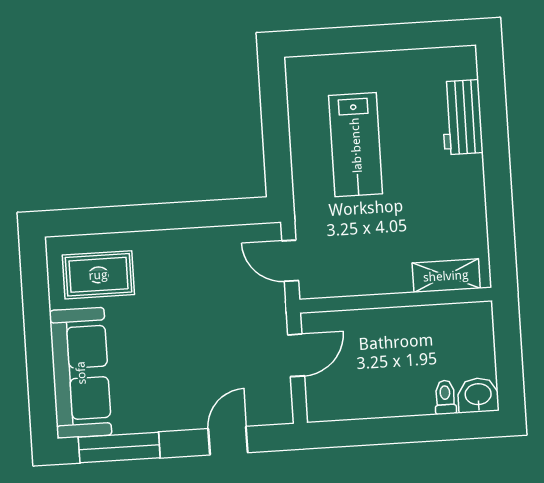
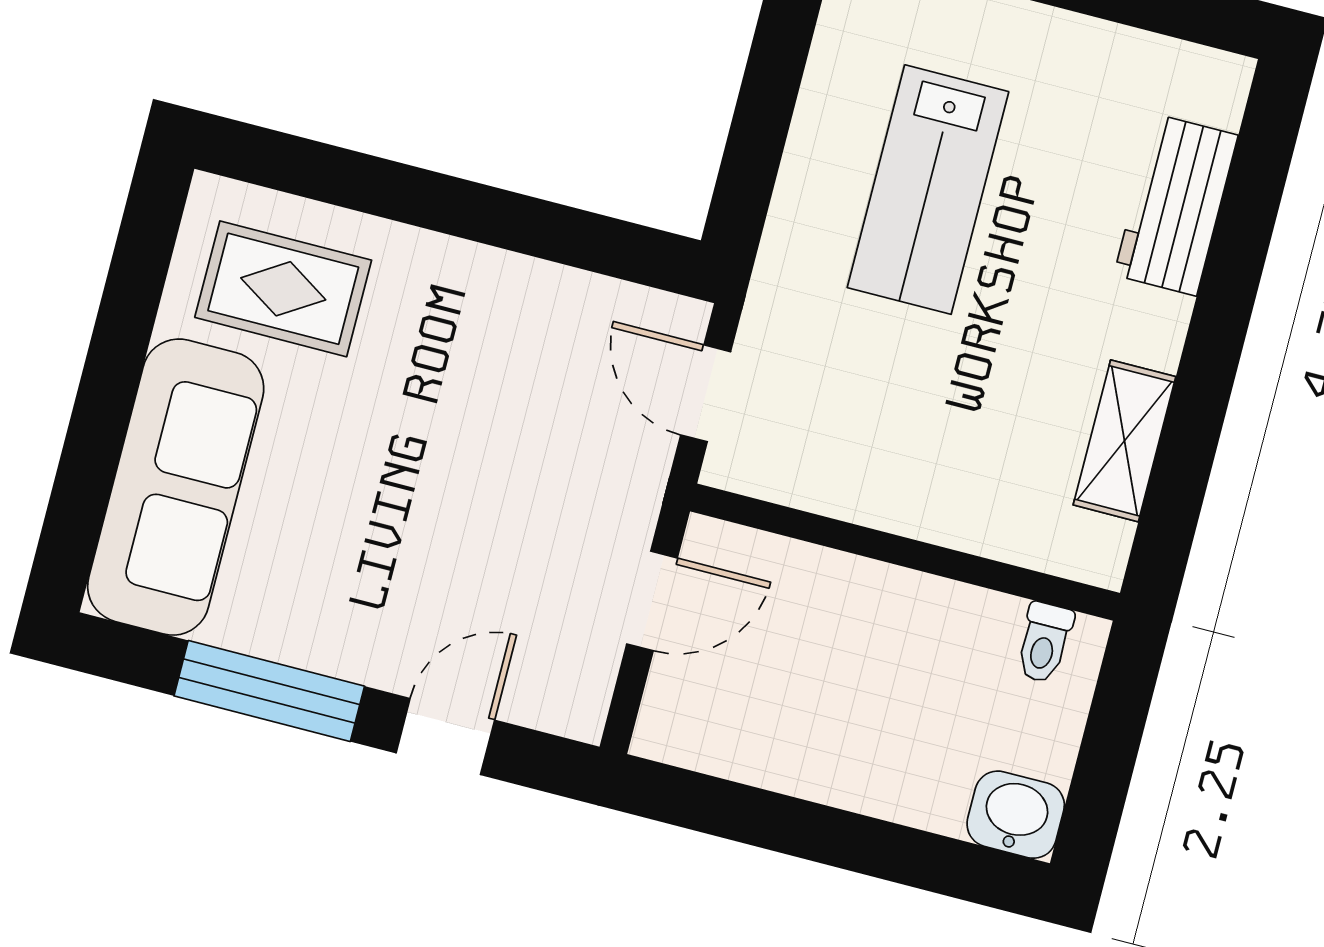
shelving: (446, 276) -> (1124, 441), moved, turned 90
toilet: (445, 397) -> (1044, 643), moved, turned 180
window: (119, 447) -> (269, 691), moved

